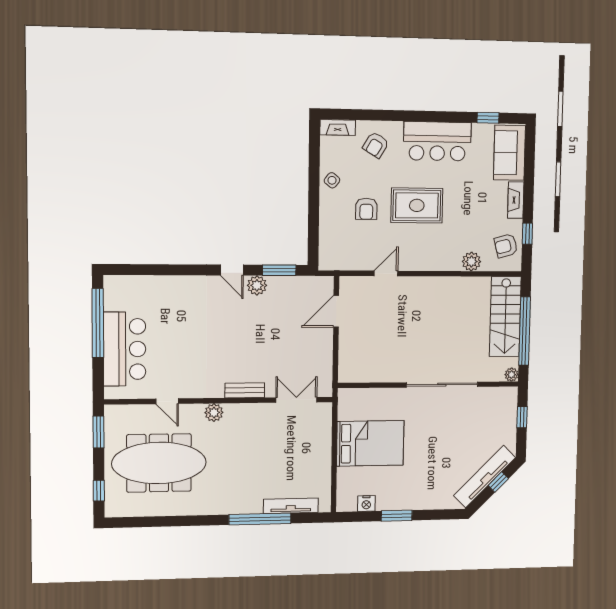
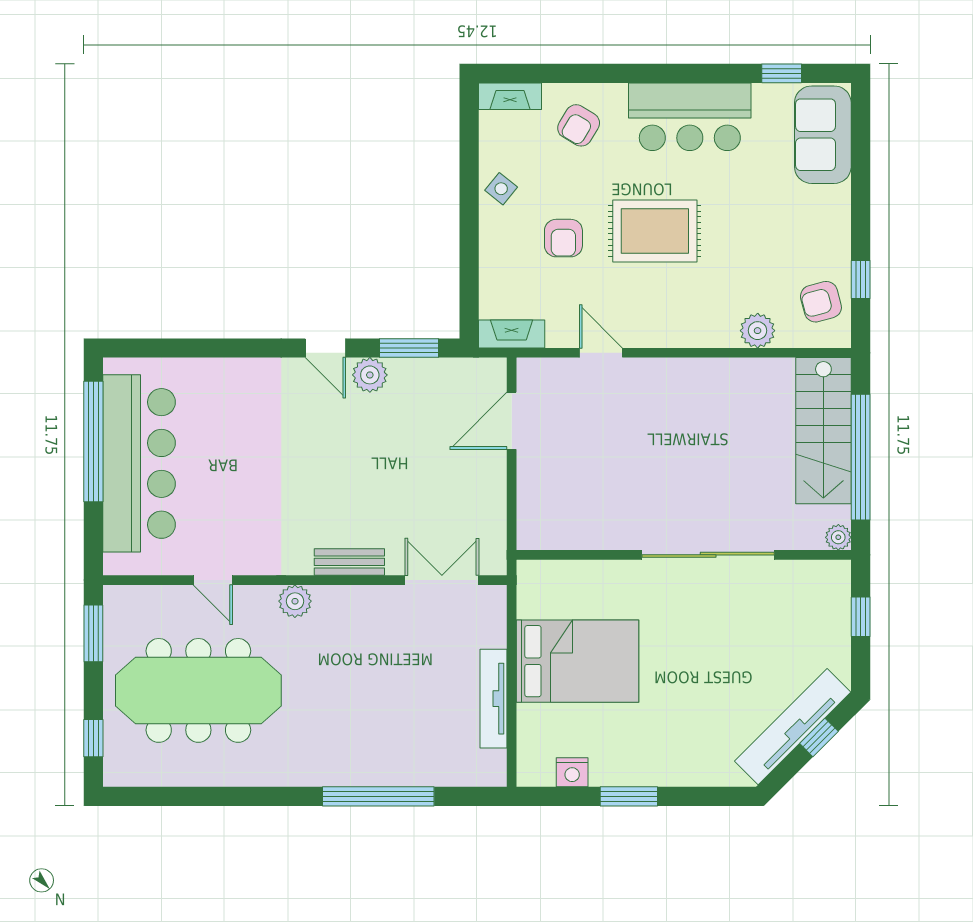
fireplace: (516, 200) -> (512, 334), moved, turned 90
door: (386, 273) -> (601, 353), hinge flipped
bar counter: (125, 349) -> (139, 463), width x1.36
tv unit: (291, 506) -> (494, 699), moved, turned -90

